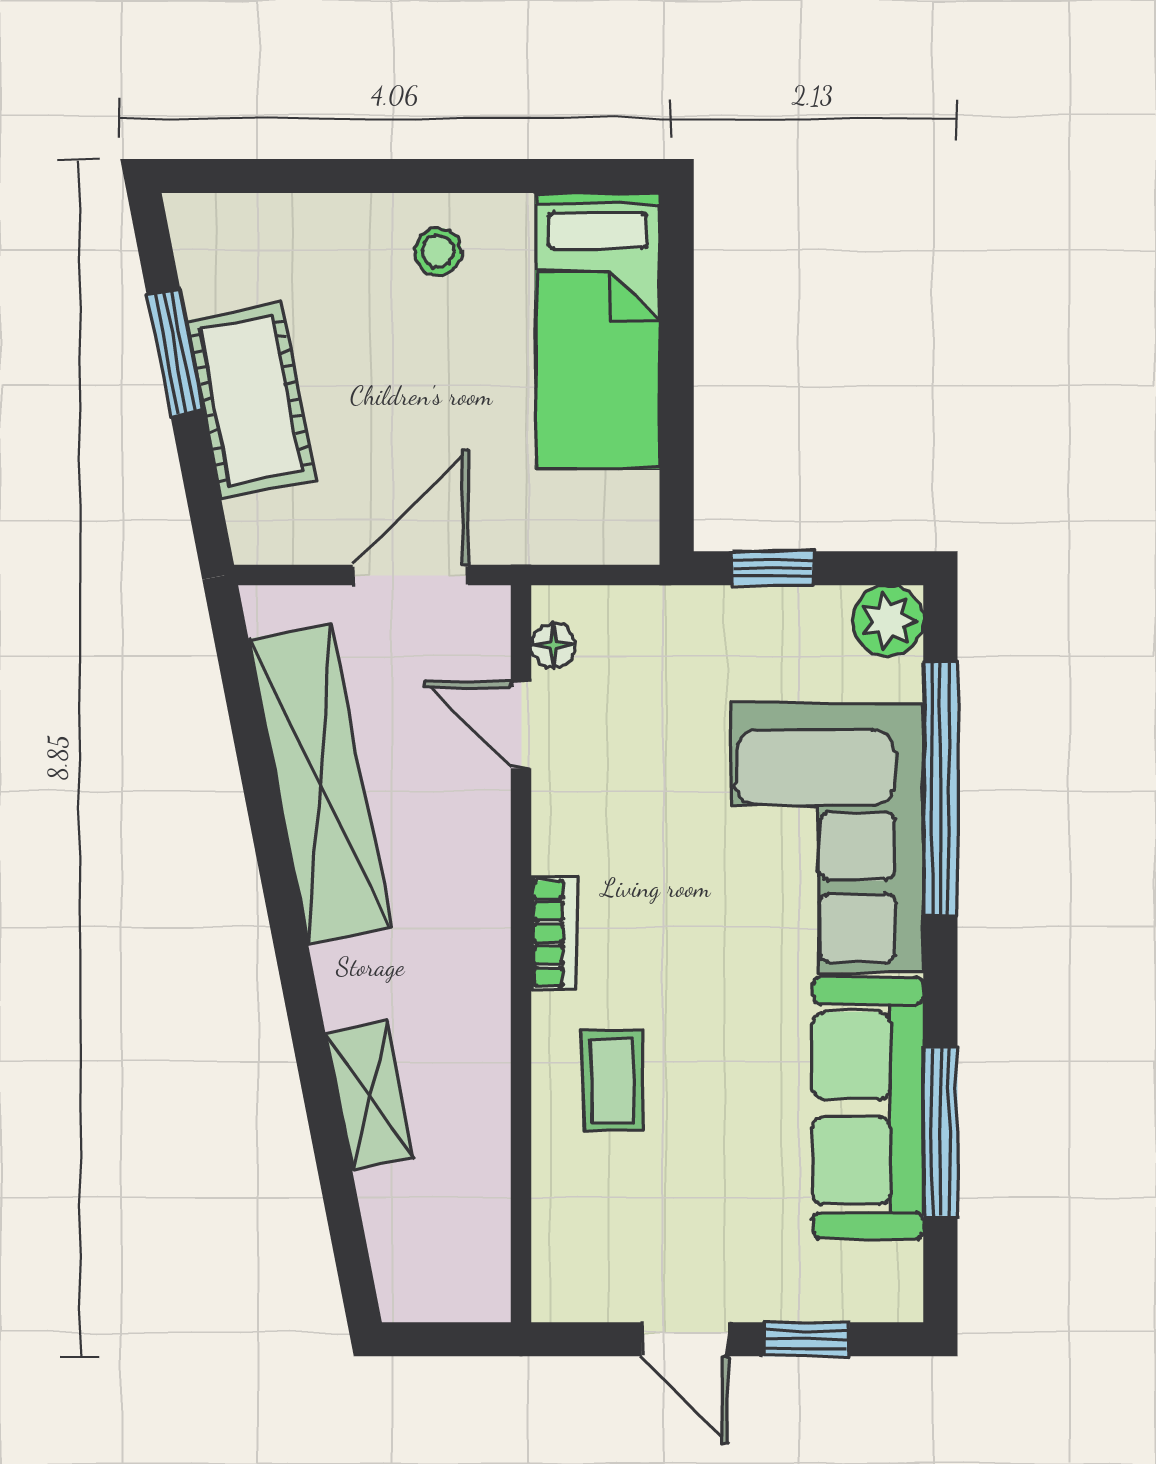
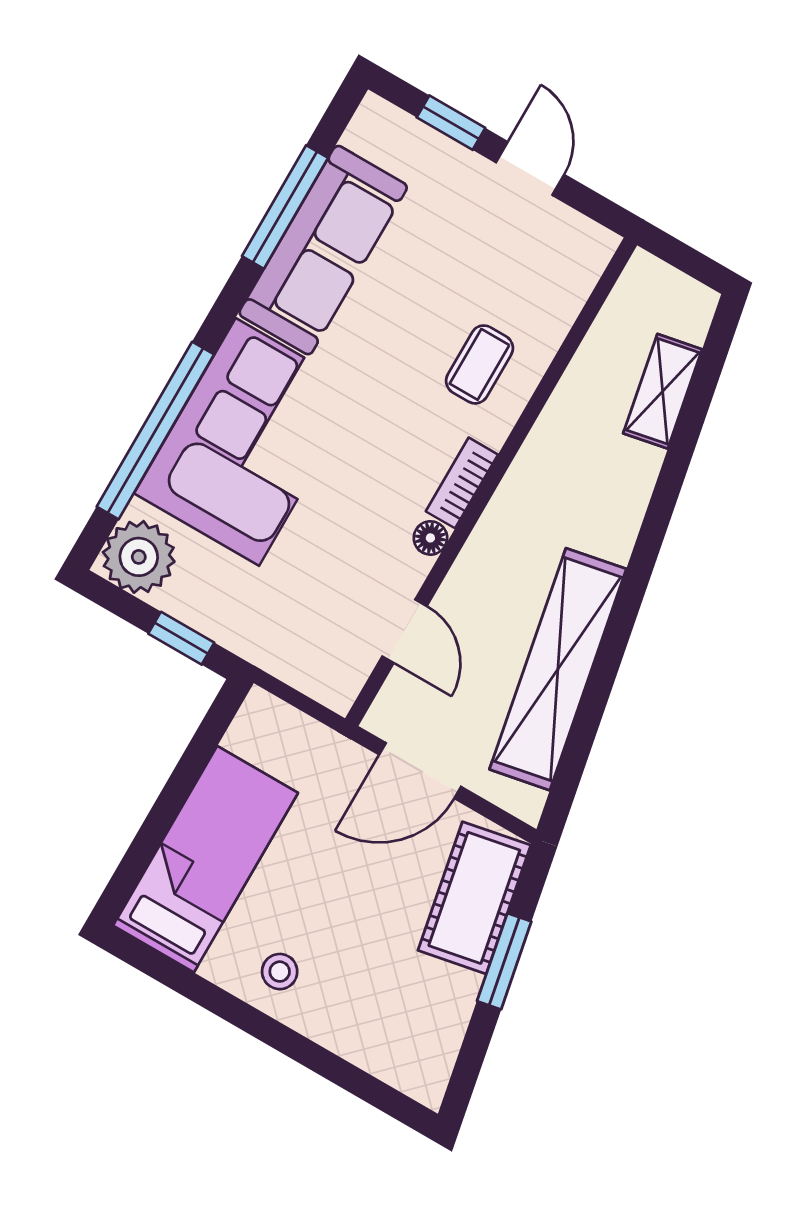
window: (175, 352) -> (504, 961), moved
cot: (251, 400) -> (474, 898), moved
plant: (888, 620) -> (139, 557), width x1.36, depth x1.36
floor lamp: (553, 646) -> (430, 538), moved
shelving: (370, 1096) -> (663, 391), moved

